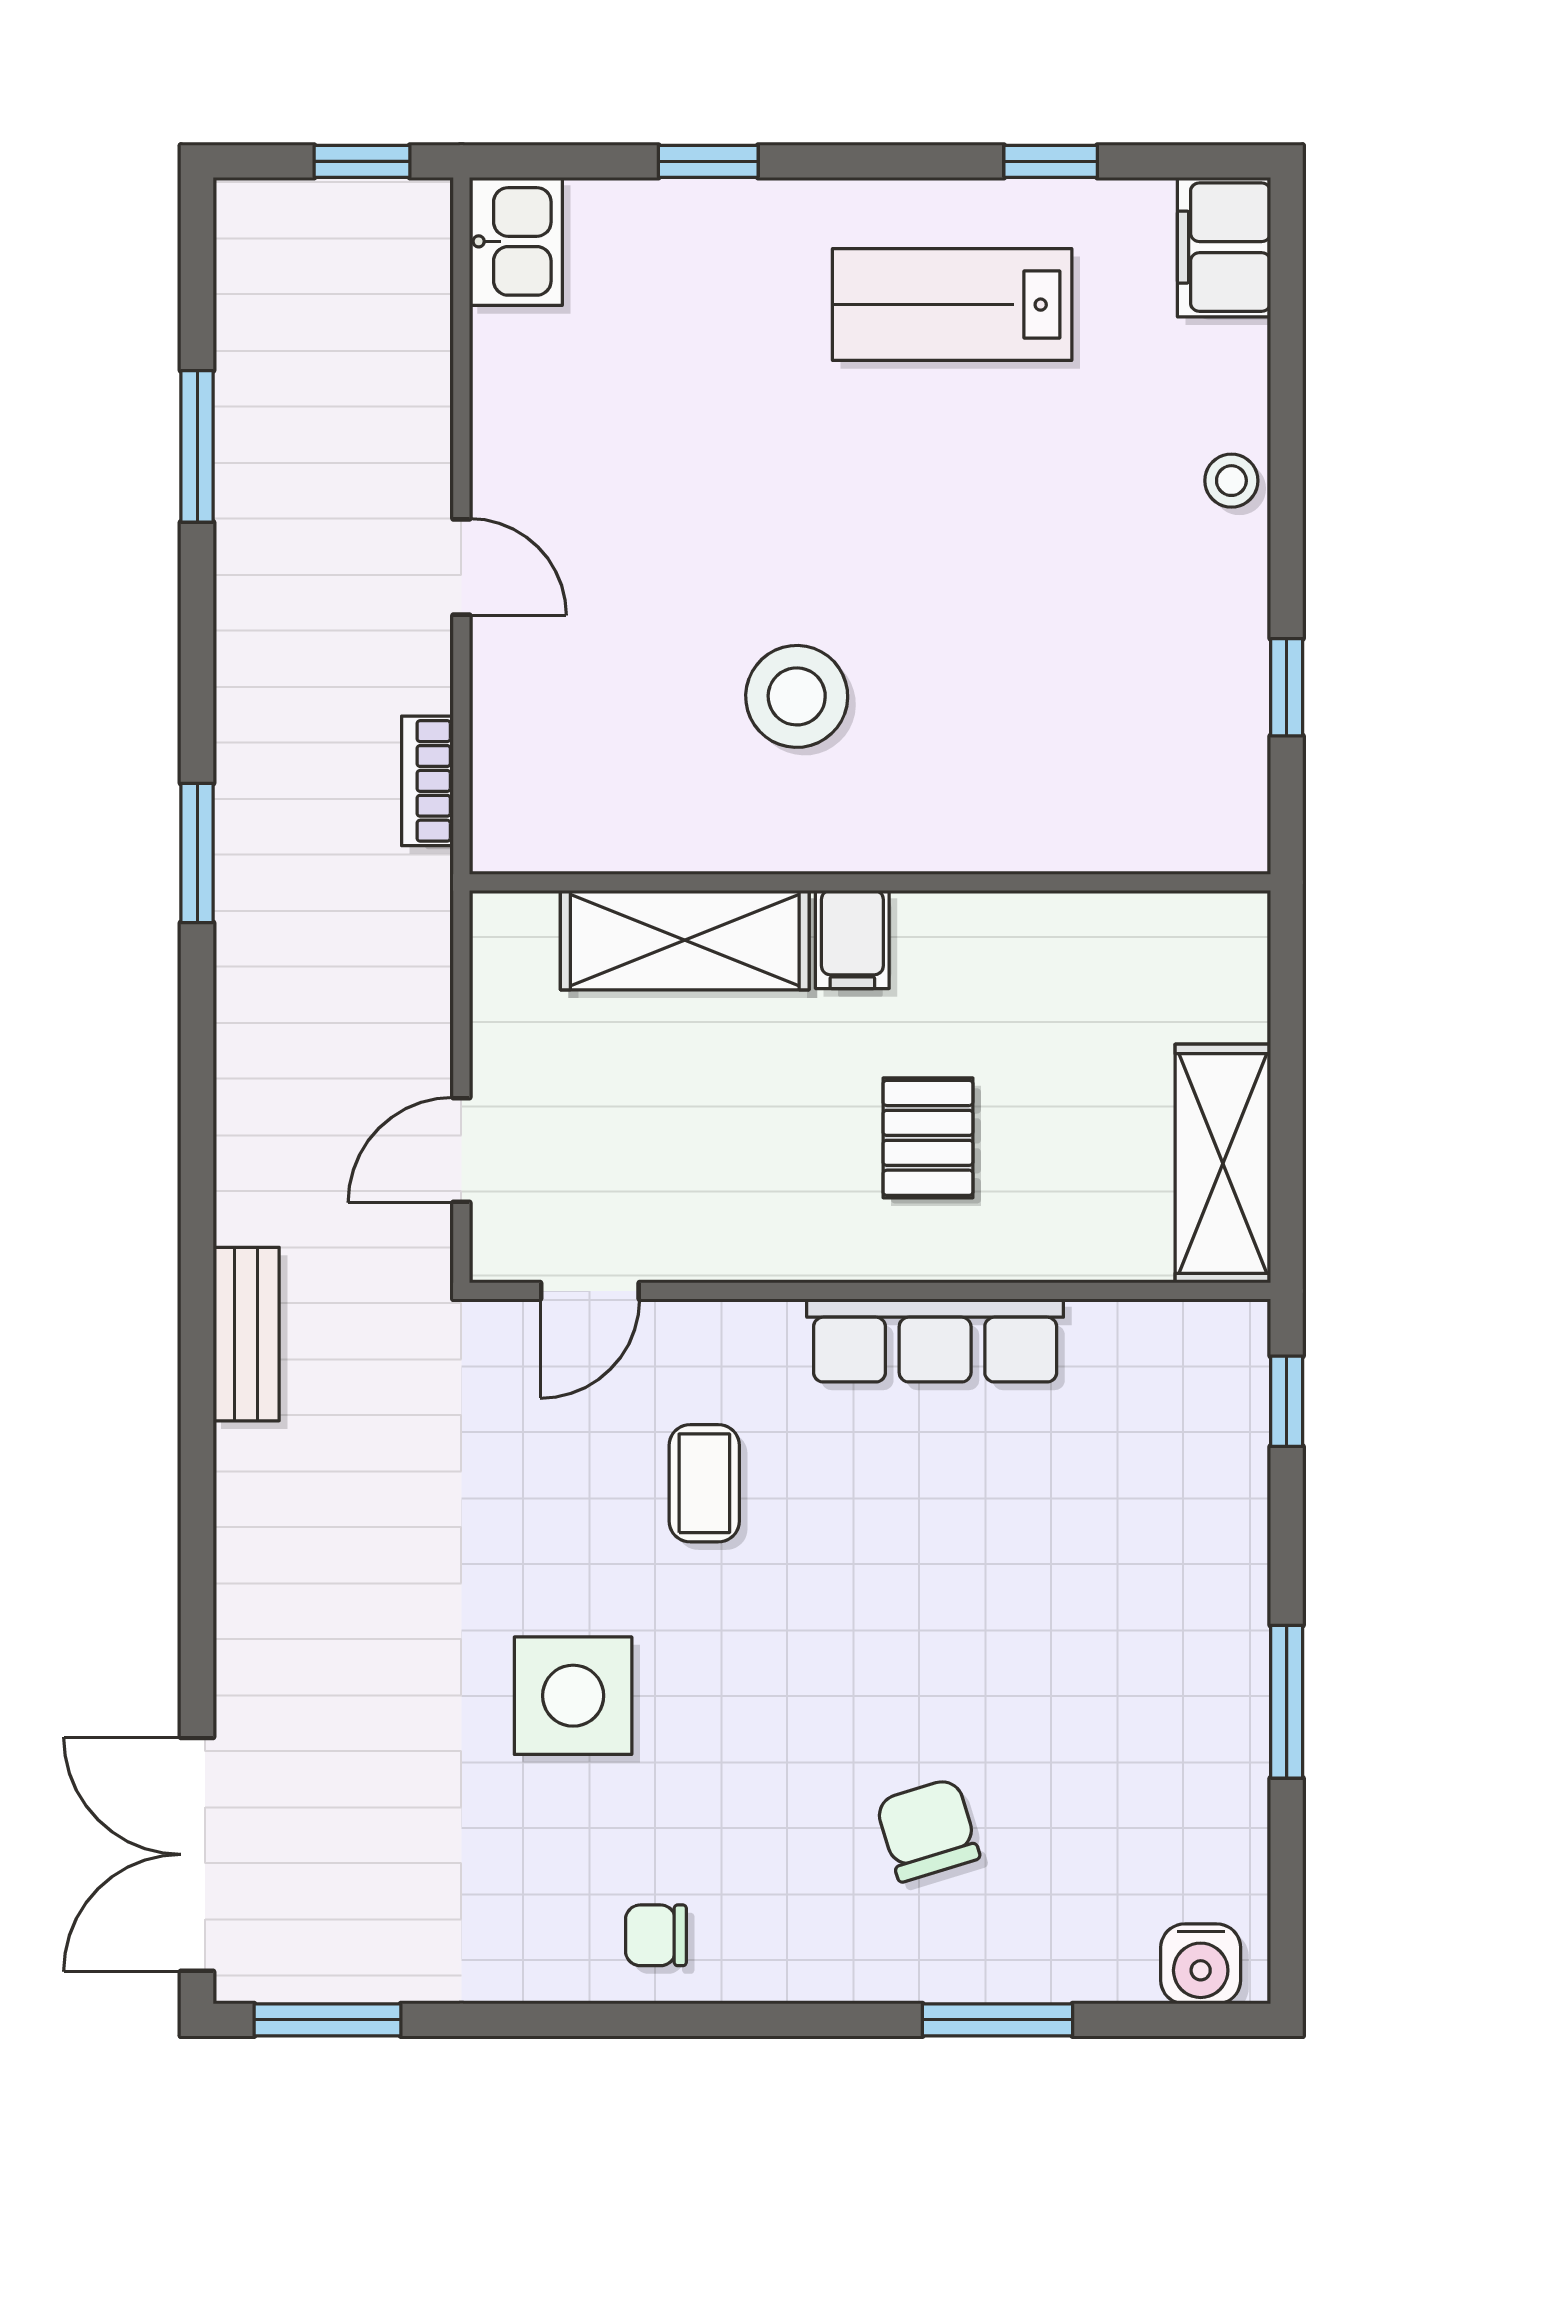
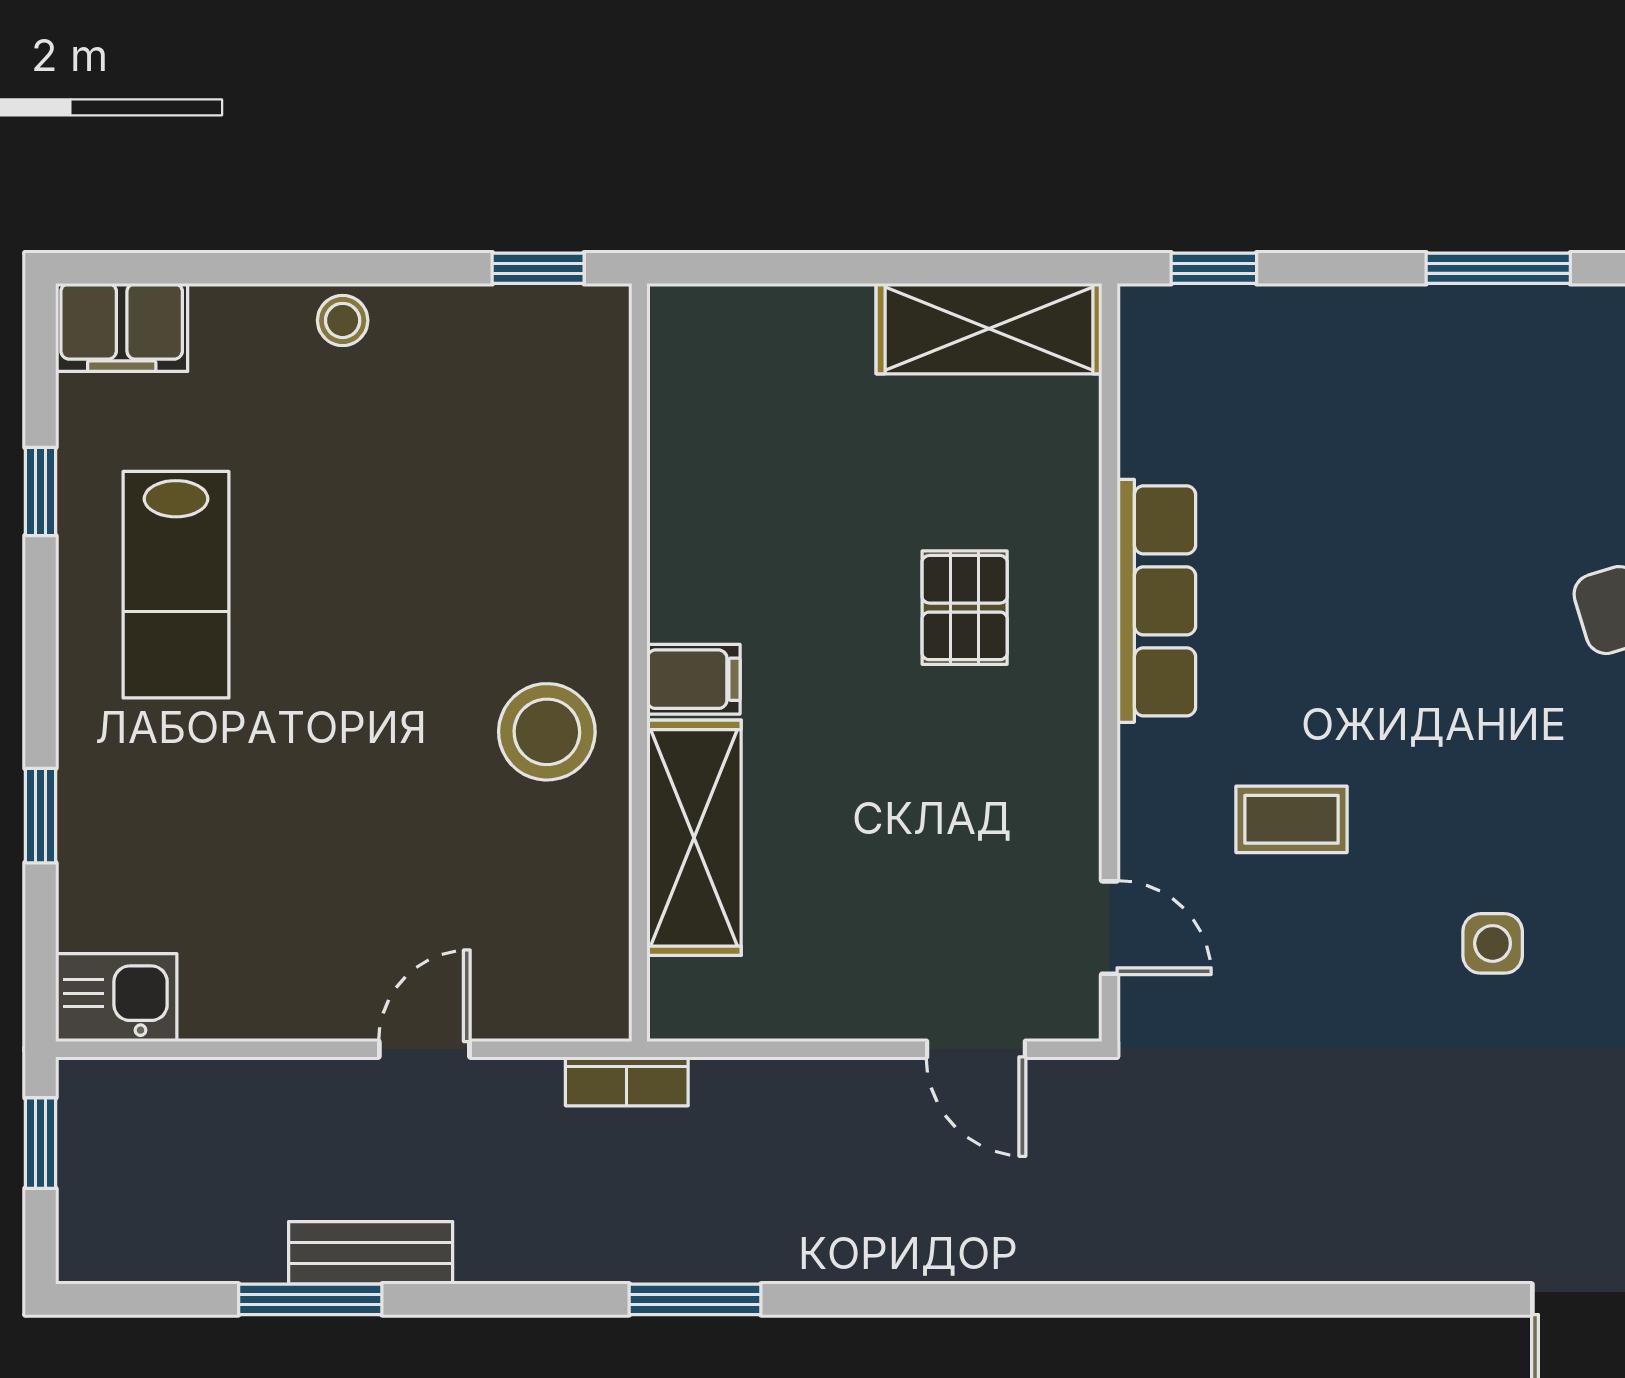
wall: (870, 882) -> (639, 663), moved
filing cabinet: (852, 939) -> (693, 679), moved
shelving: (685, 940) -> (694, 838), moved
pallet: (928, 1138) -> (965, 608), turned 90
bench: (246, 1334) -> (371, 1253), moved
side table: (573, 1696) -> (1493, 943), width x0.54, depth x0.54

